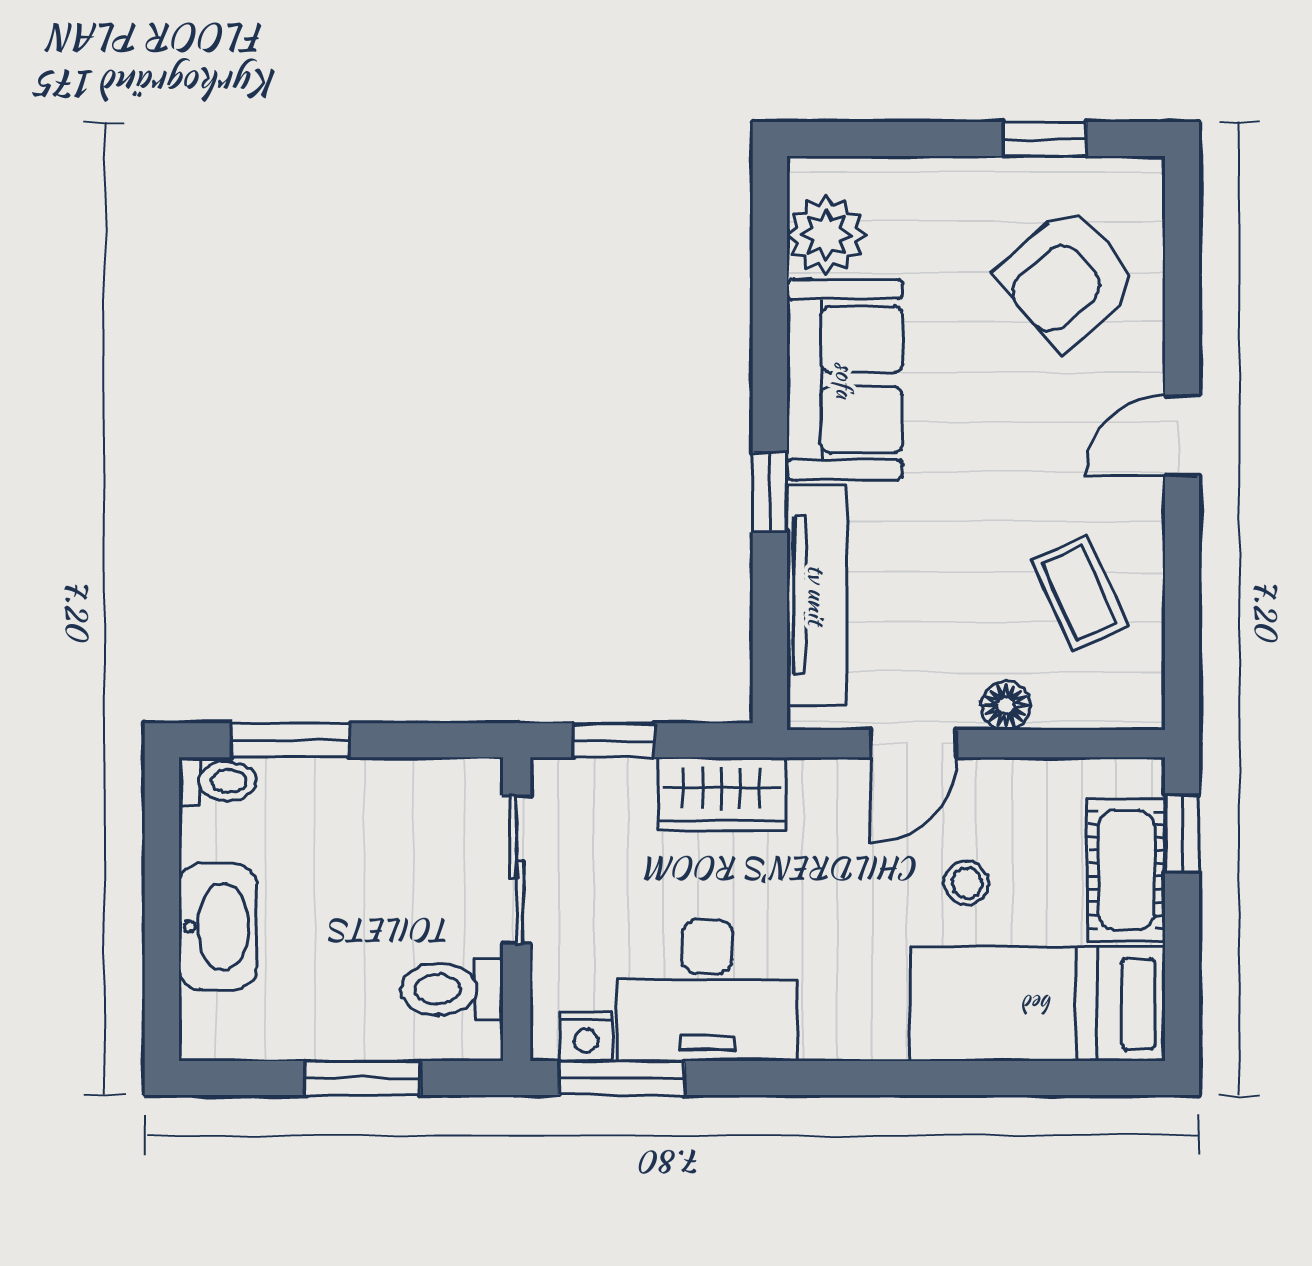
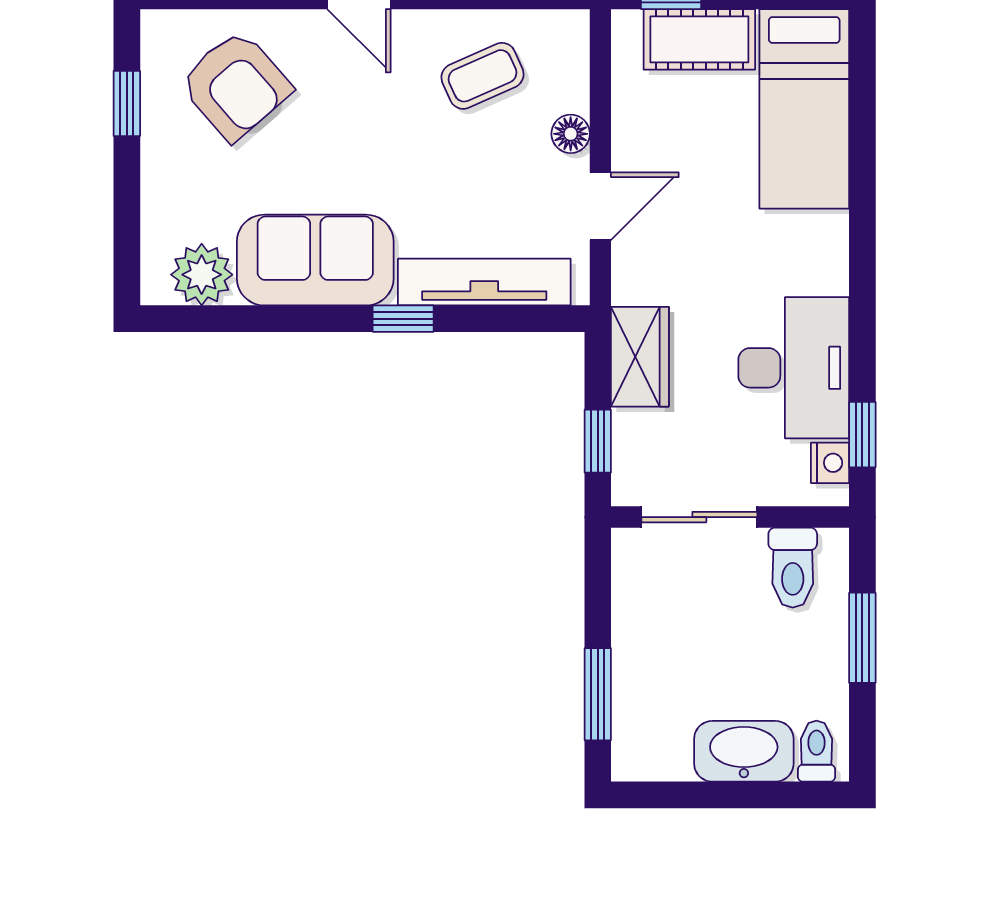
door: (913, 744) -> (600, 206), hinge flipped
toilet: (218, 781) -> (816, 751), moved
stool: (967, 883) -> (710, 164), removed
window: (622, 1078) -> (862, 435), width x0.67

